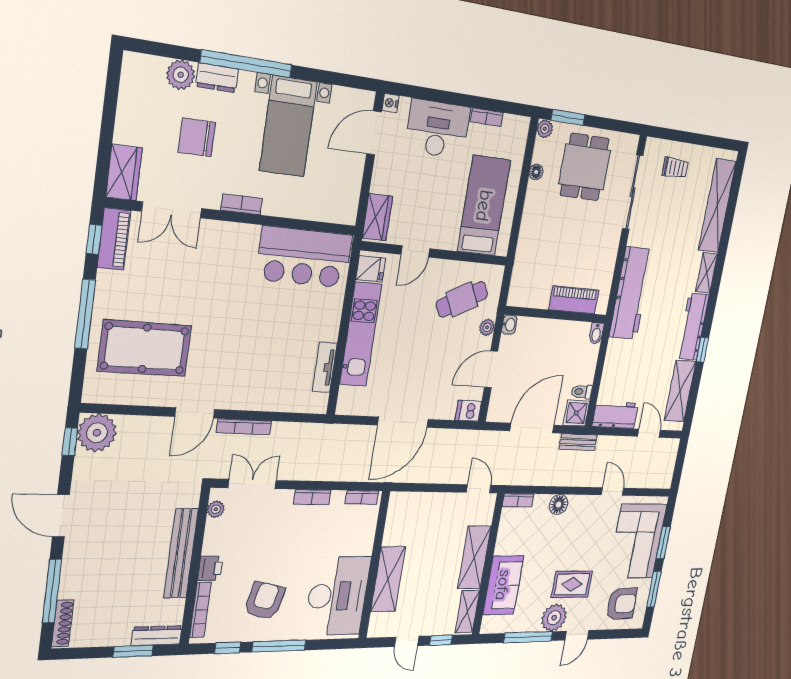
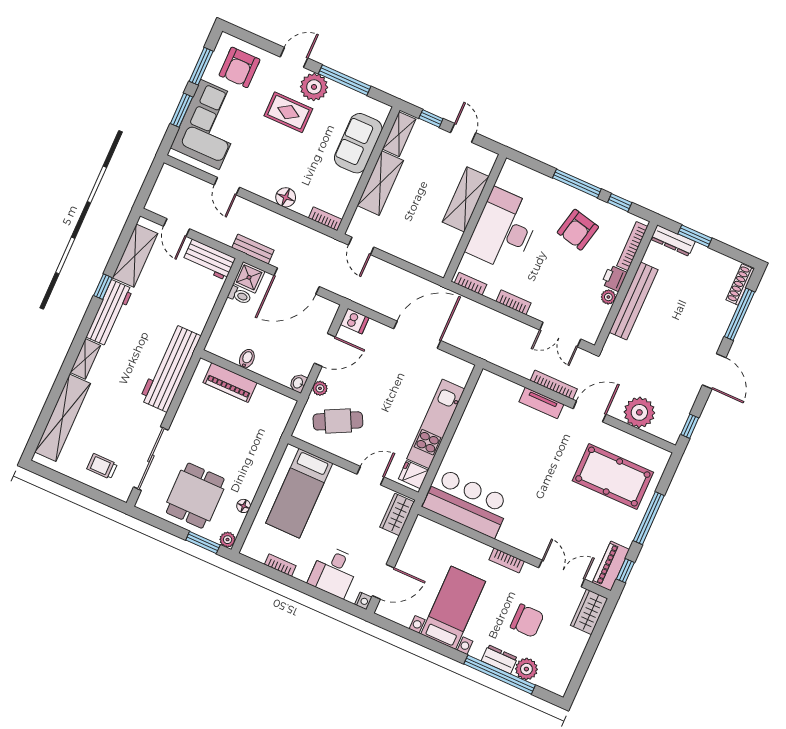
window: (246, 64) -> (500, 675), moved
desk: (438, 129) -> (334, 572), width x0.73
bidet: (596, 333) -> (247, 359), moved
tv unit: (325, 367) -> (541, 403), moved, turned 90
plant: (97, 433) -> (639, 412), moved
plant: (216, 509) -> (608, 297), moved
desk: (337, 596) -> (504, 230), moved
armchair: (622, 604) -> (240, 67), turned -88

